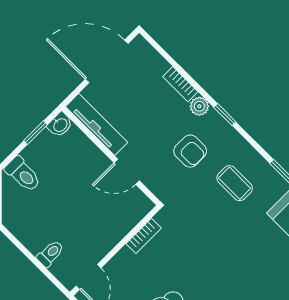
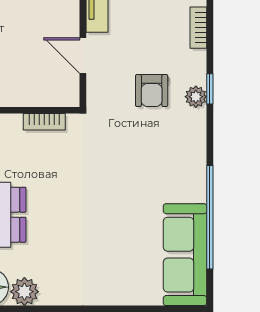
plant: (199, 106) -> (196, 97), moved
coffee table: (235, 183) -> (162, 153), removed

